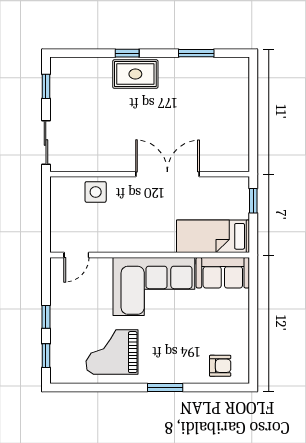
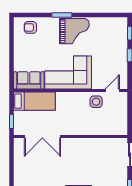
double door: (167, 174) -> (42, 137), moved
side table: (96, 192) -> (96, 102), moved
grand piano: (112, 352) -> (74, 31), moved

